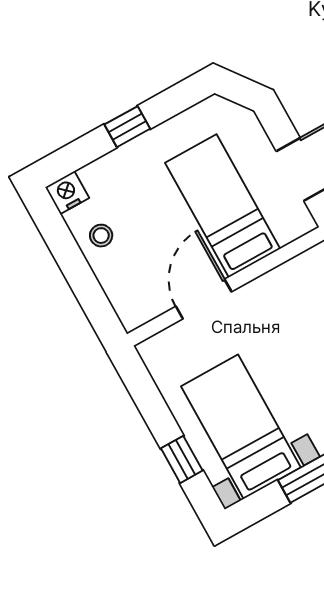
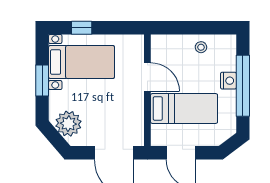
window: (127, 127) -> (243, 86), width x3.17
nightstand: (67, 192) -> (228, 81), moved

